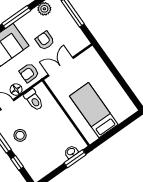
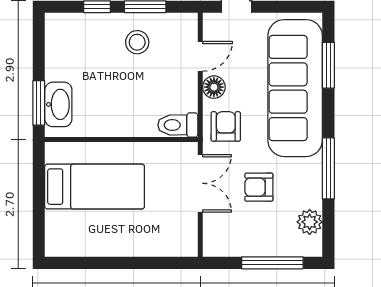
armchair: (45, 41) -> (259, 187), turned 180
toilet: (34, 100) -> (178, 125), moved
washbasin: (71, 152) -> (58, 104), width x1.91, depth x1.45

